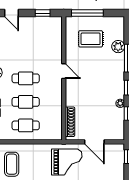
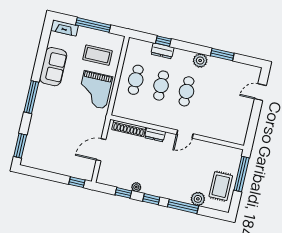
window: (43, 13) -> (253, 126), removed
rug: (91, 39) -> (221, 186), moved
dresser: (70, 97) -> (155, 135), added
grand piano: (67, 162) -> (95, 90), moved

